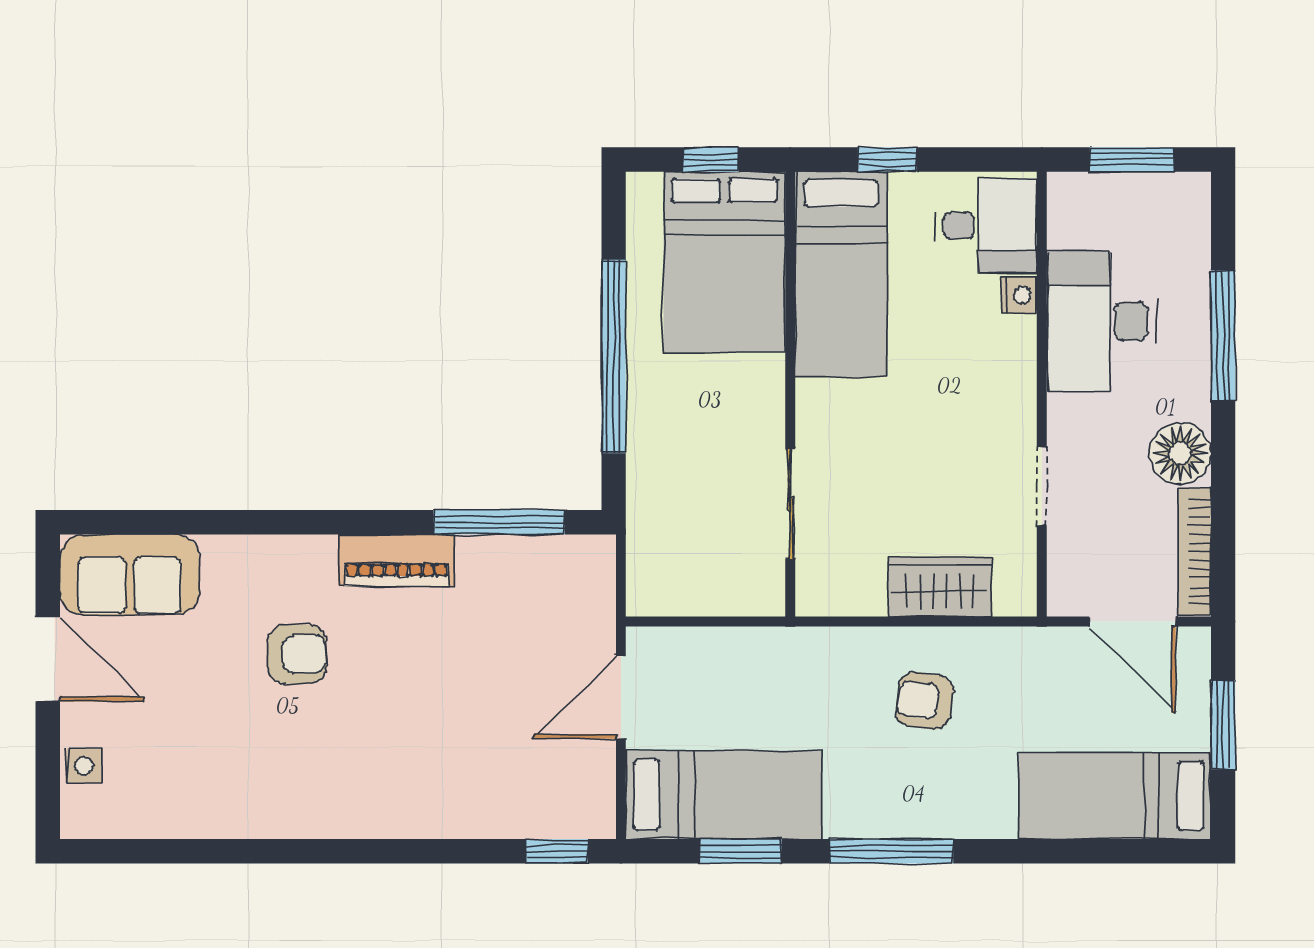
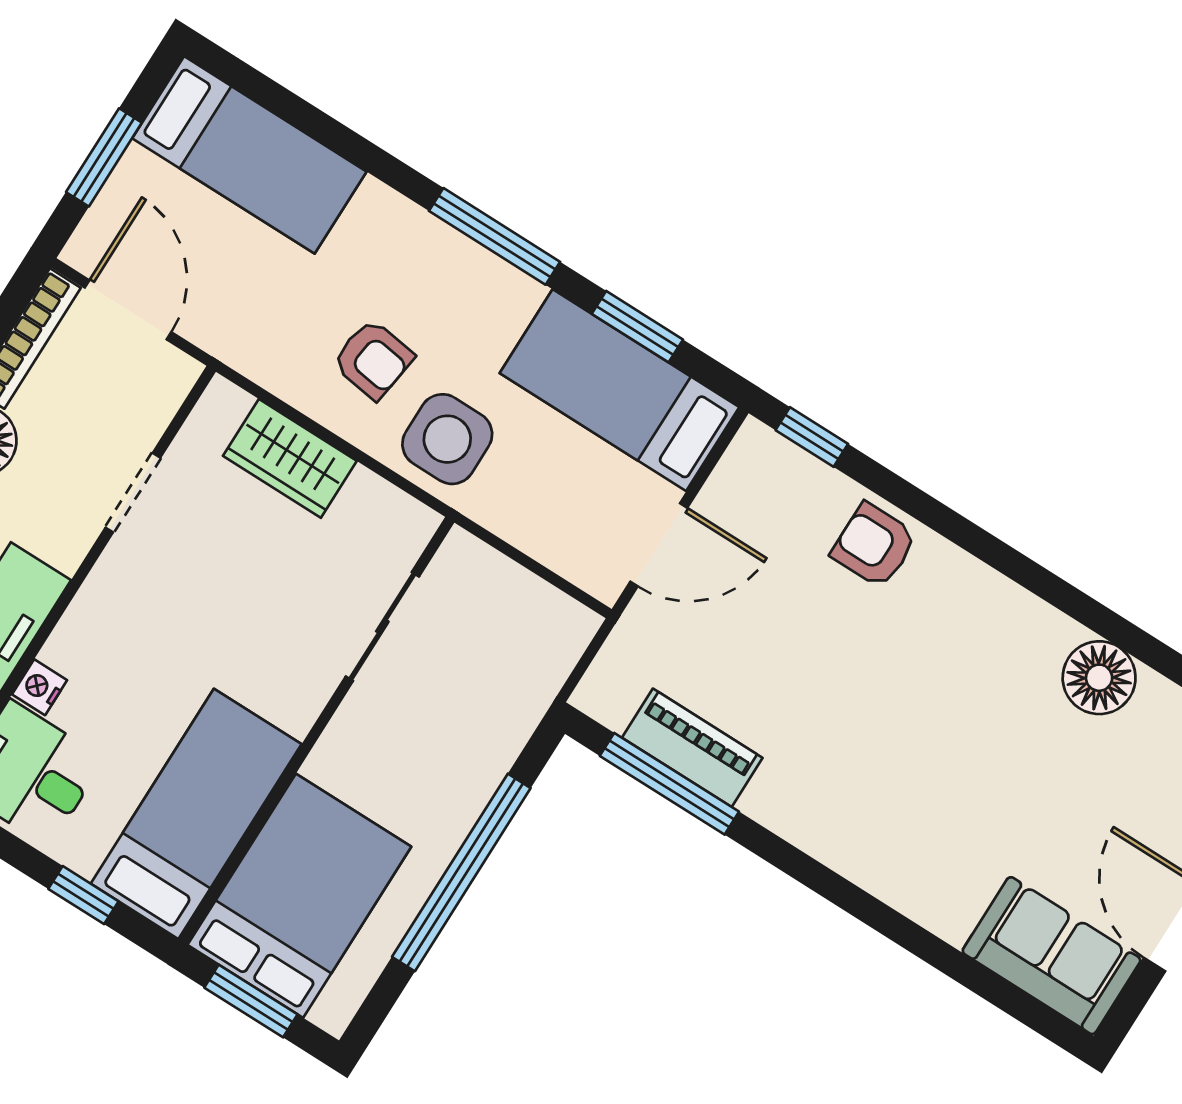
window: (711, 160) -> (251, 1001), width x1.50
piano: (396, 560) -> (692, 748), moved
armchair: (297, 654) -> (874, 545), moved
side table: (831, 676) -> (447, 439), added
floor lamp: (226, 807) -> (1099, 678), added

